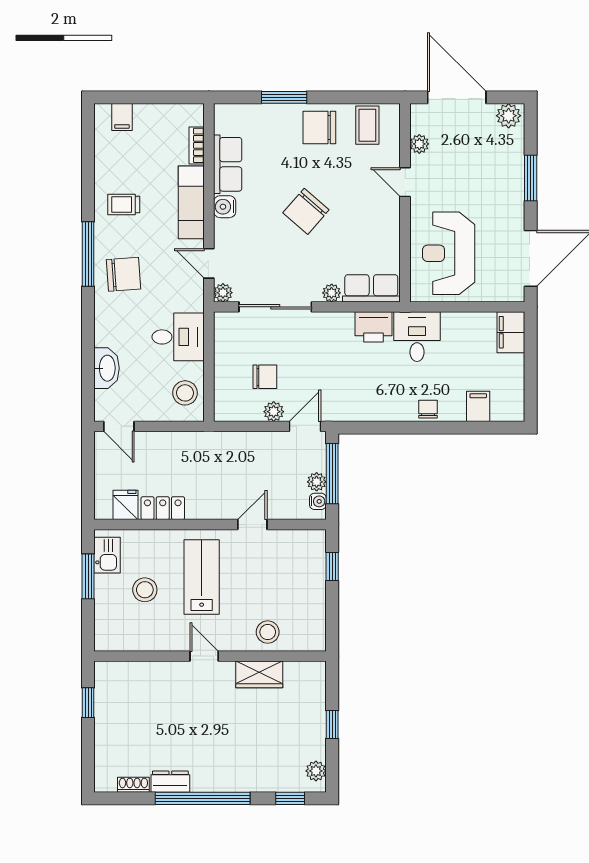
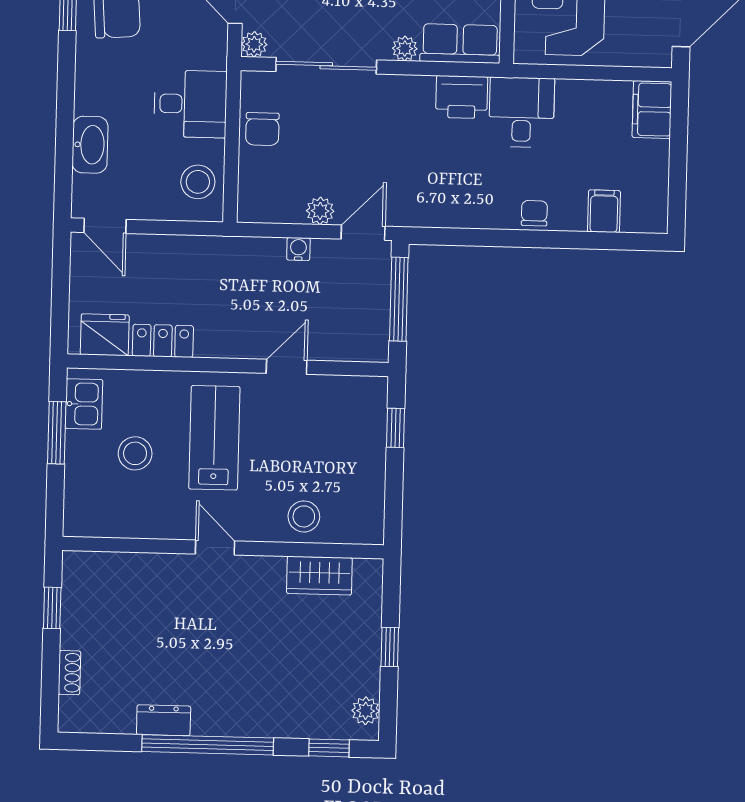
chair: (265, 377) -> (262, 129), moved, turned 90
plant: (317, 482) -> (377, 310), removed
water cooler: (318, 501) -> (298, 249), moved, turned -90
fridge: (125, 505) -> (105, 335), width x1.38
wardrobe: (259, 674) -> (319, 576), moved
shoe rack: (133, 785) -> (69, 673), moved, turned 90

